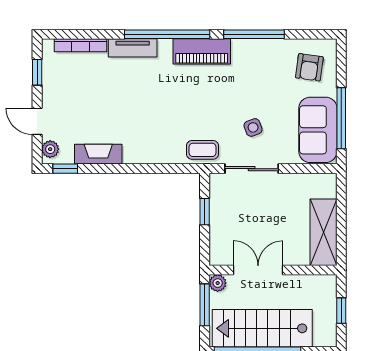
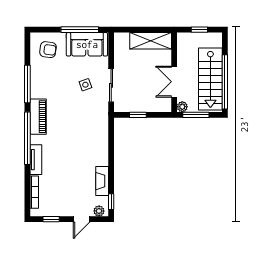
coffee table: (203, 150) -> (99, 116), removed

